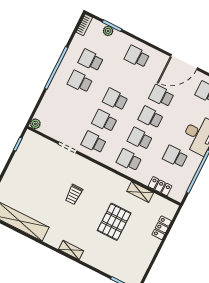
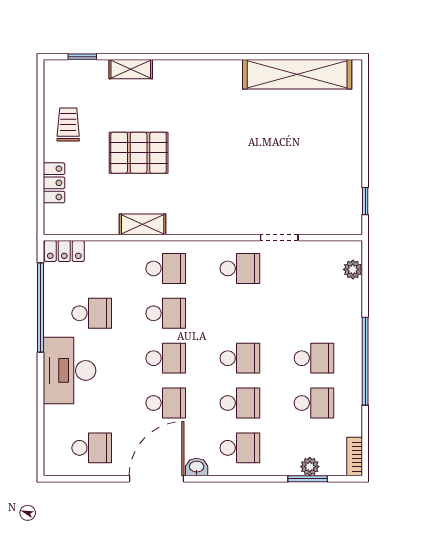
washbasin: (162, 58) -> (197, 467), added
school desk: (104, 121) -> (240, 403), moved
plant: (35, 124) -> (353, 269), moved
locker: (160, 186) -> (64, 251), moved
shelving: (140, 192) -> (143, 224), moved
trolley: (74, 195) -> (68, 124), moved
pallet: (114, 222) -> (139, 153), turned 90
shelving: (71, 250) -> (131, 69), moved

